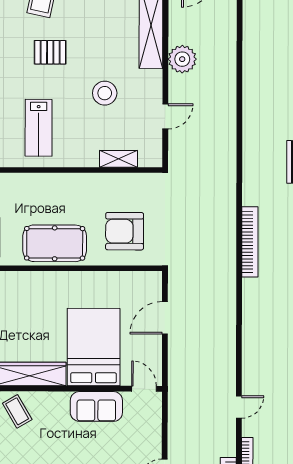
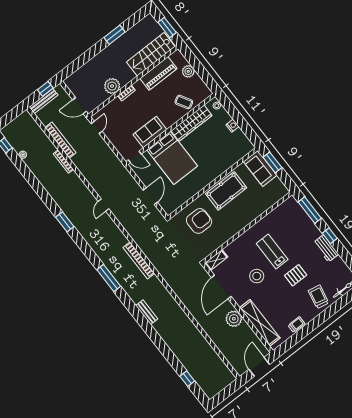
door: (165, 116) -> (221, 287), width x1.88
lab bench: (39, 128) -> (272, 251), moved
shelving: (119, 159) -> (216, 260), moved
door: (239, 407) -> (103, 205), moved

